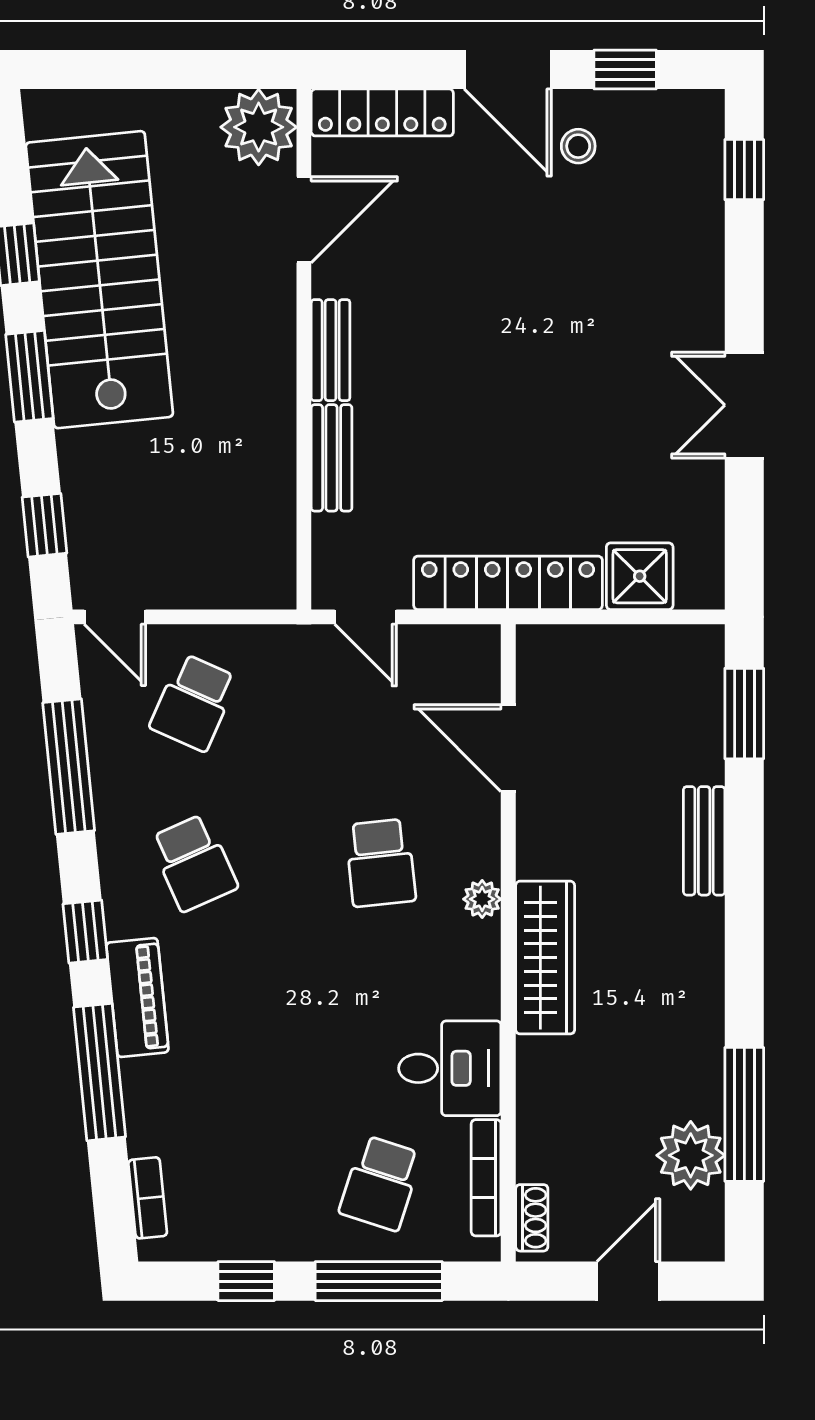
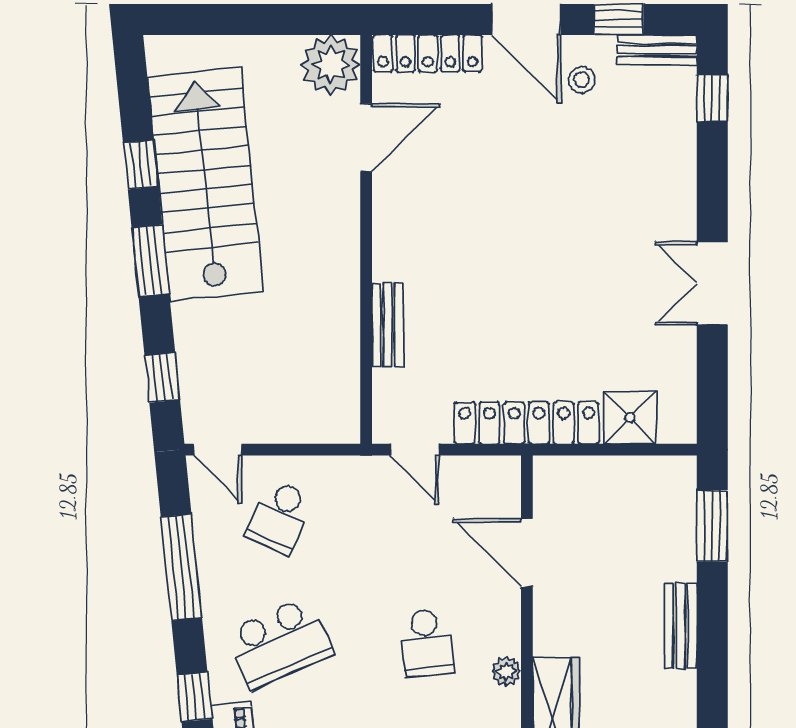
bench: (331, 350) -> (657, 50), moved, turned 90
school desk: (194, 863) -> (280, 643), width x1.85

